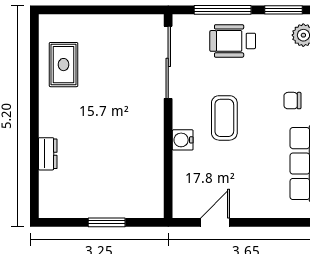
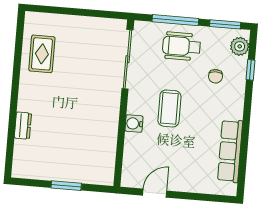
chair: (292, 101) -> (216, 76), moved, turned -90

